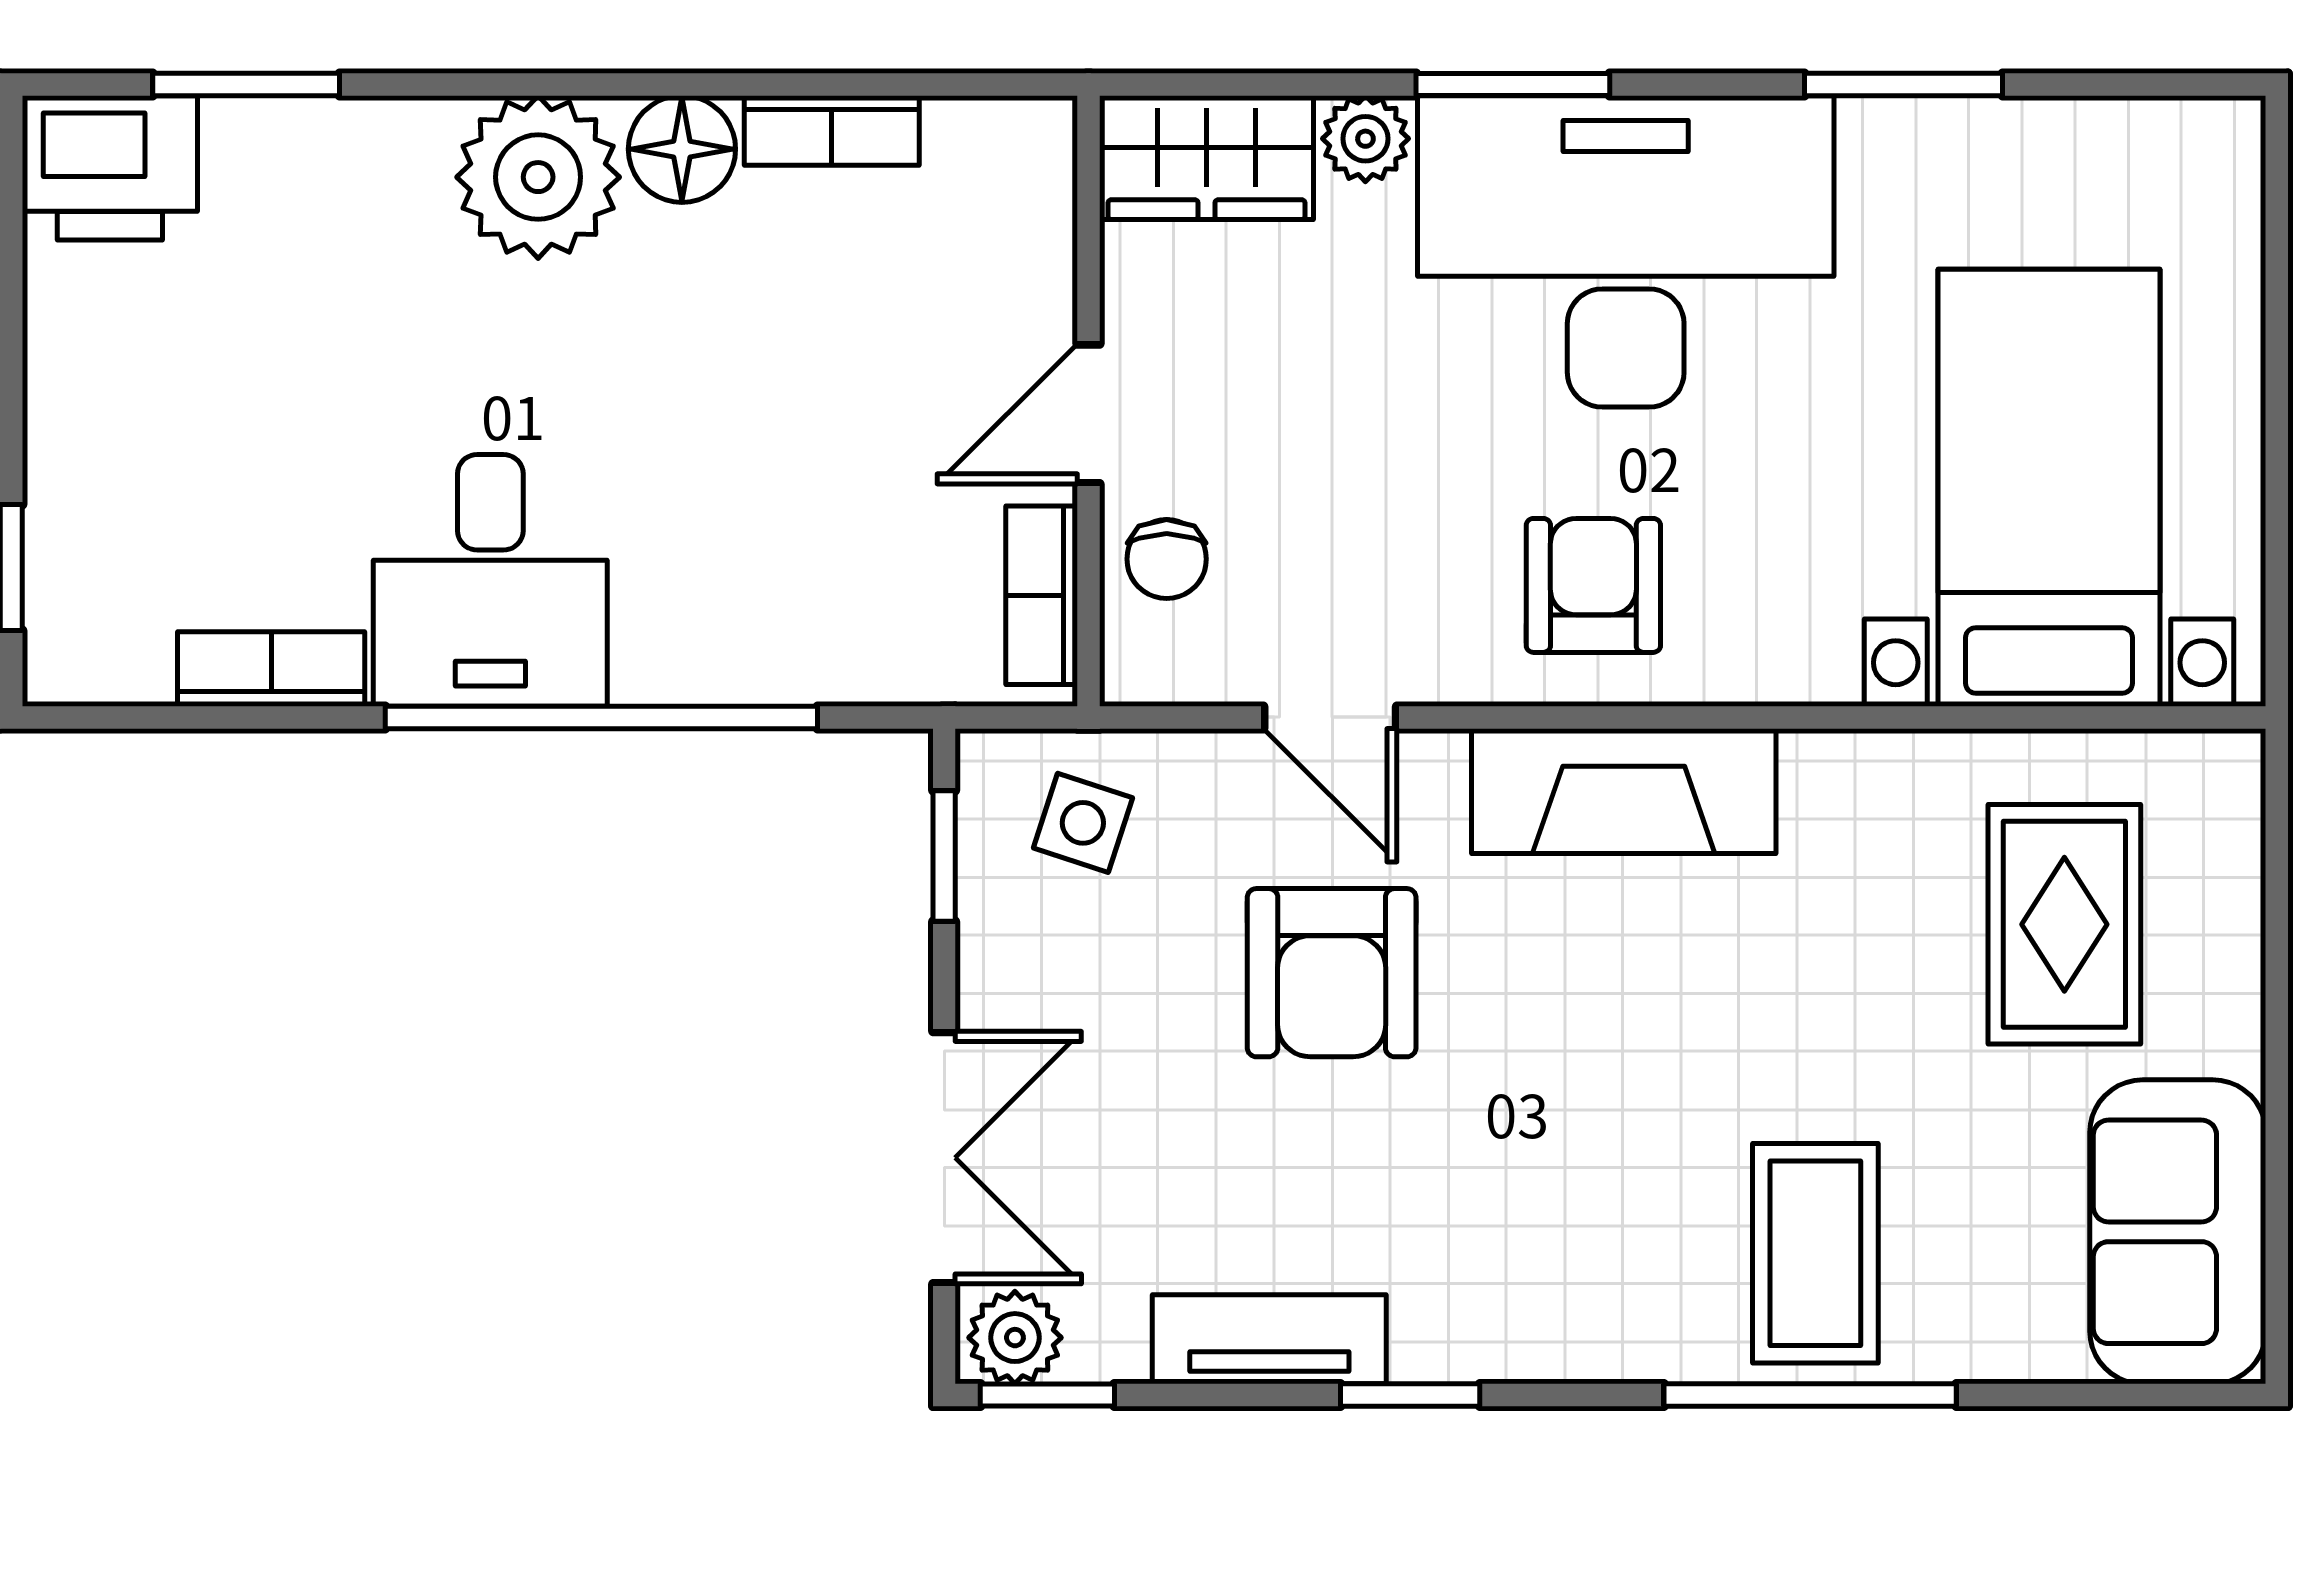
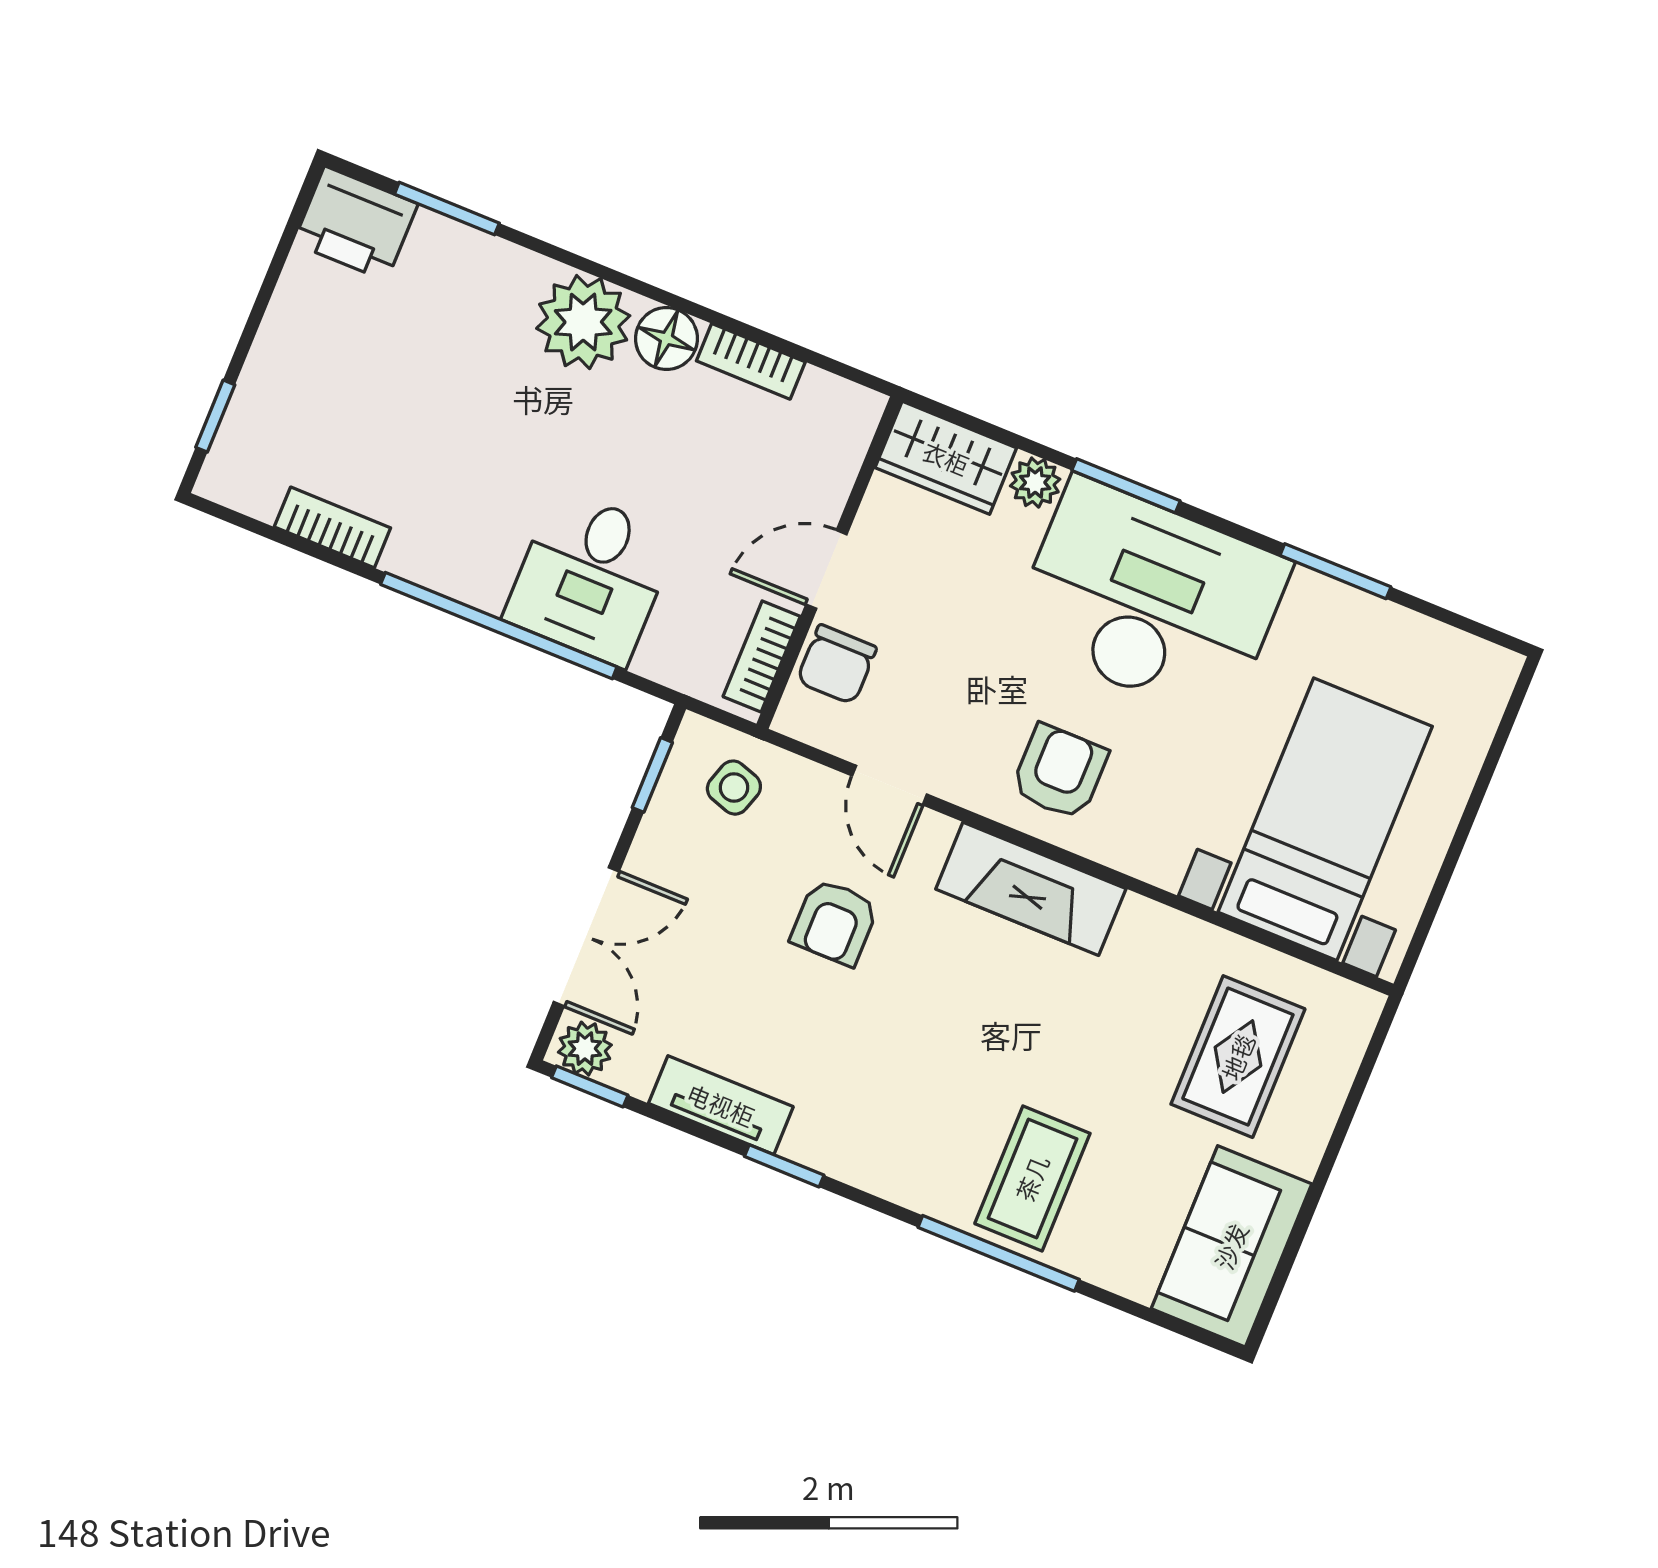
chair: (1167, 559) -> (837, 664), width x1.37, depth x1.37
desk: (490, 580) -> (591, 577), moved
armchair: (1332, 973) -> (835, 922), width x0.72, depth x0.72

